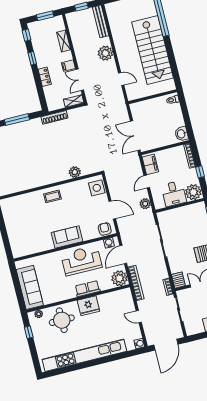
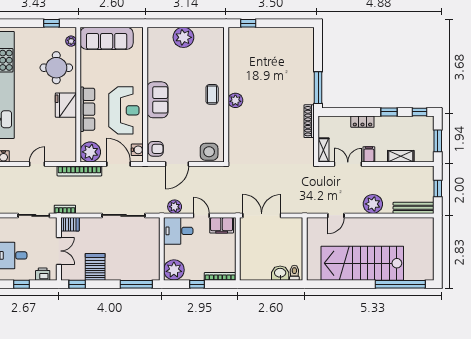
window: (17, 120) -> (318, 88), moved
washbasin: (181, 134) -> (280, 273), moved
plant: (75, 172) -> (235, 100), moved
desk: (174, 194) -> (178, 231), moved
plant: (14, 229) -> (183, 37), added
row of seats: (87, 289) -> (87, 109), width x1.48

